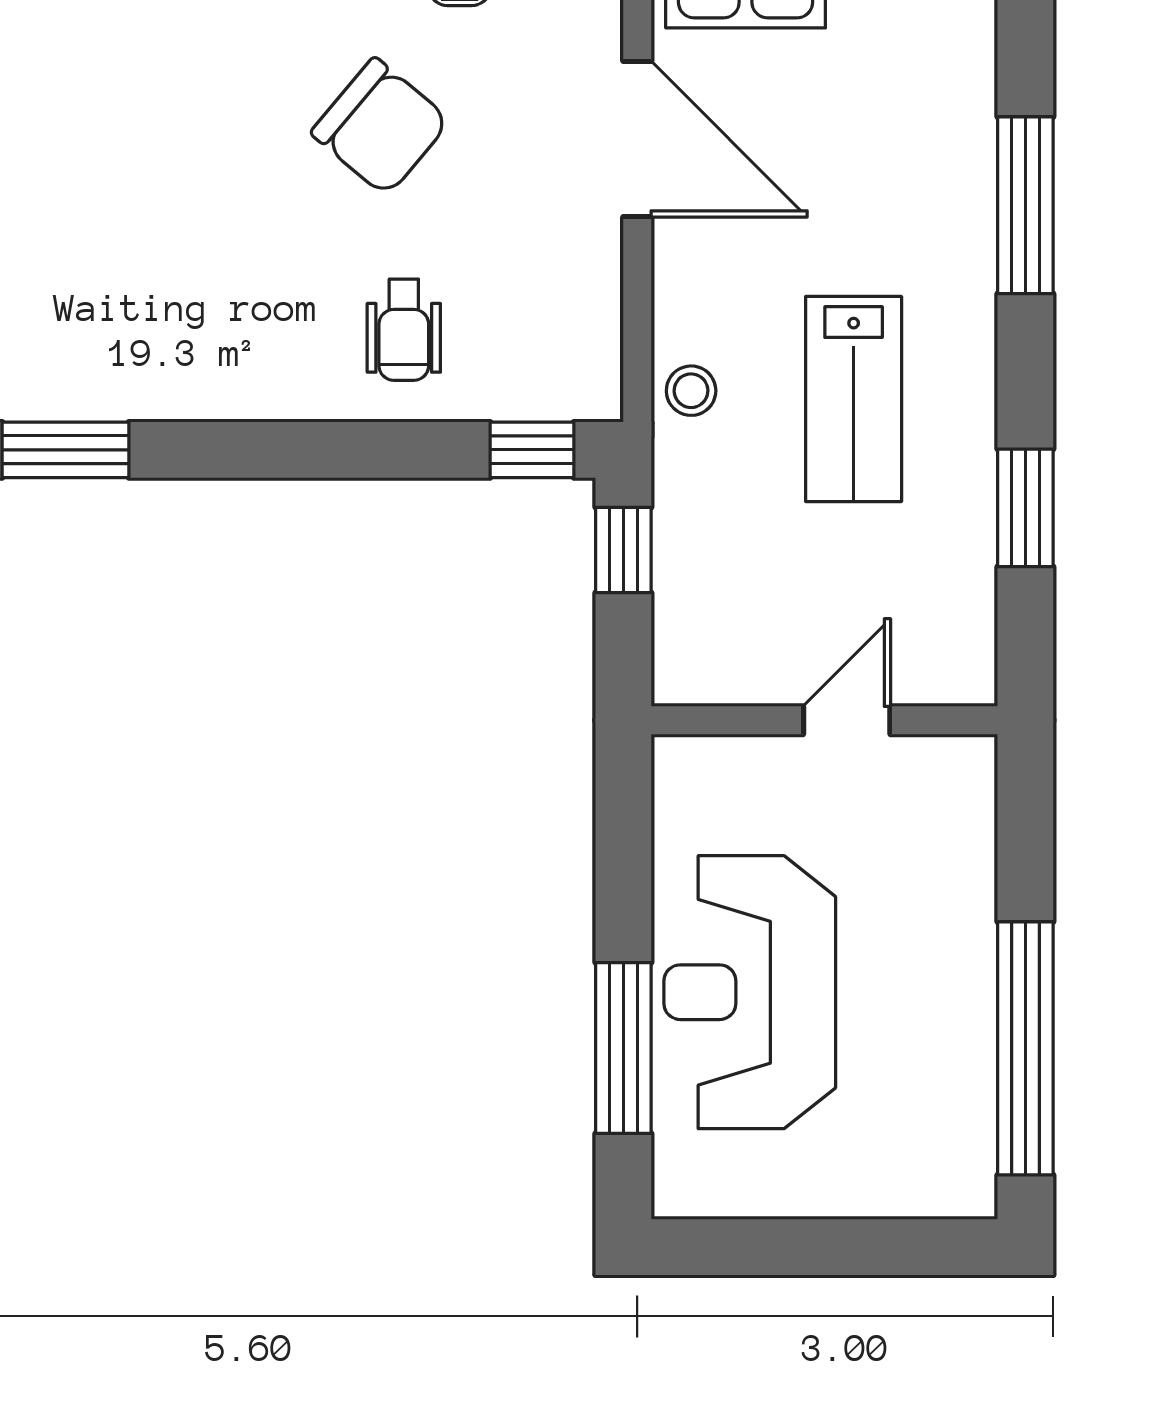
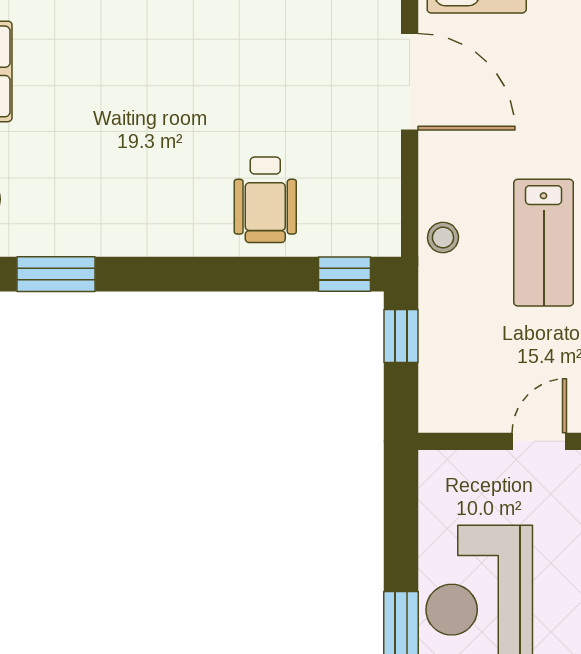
chair: (380, 127) -> (251, 74), removed
wheelchair: (404, 330) -> (265, 200), width x1.36, depth x1.37

